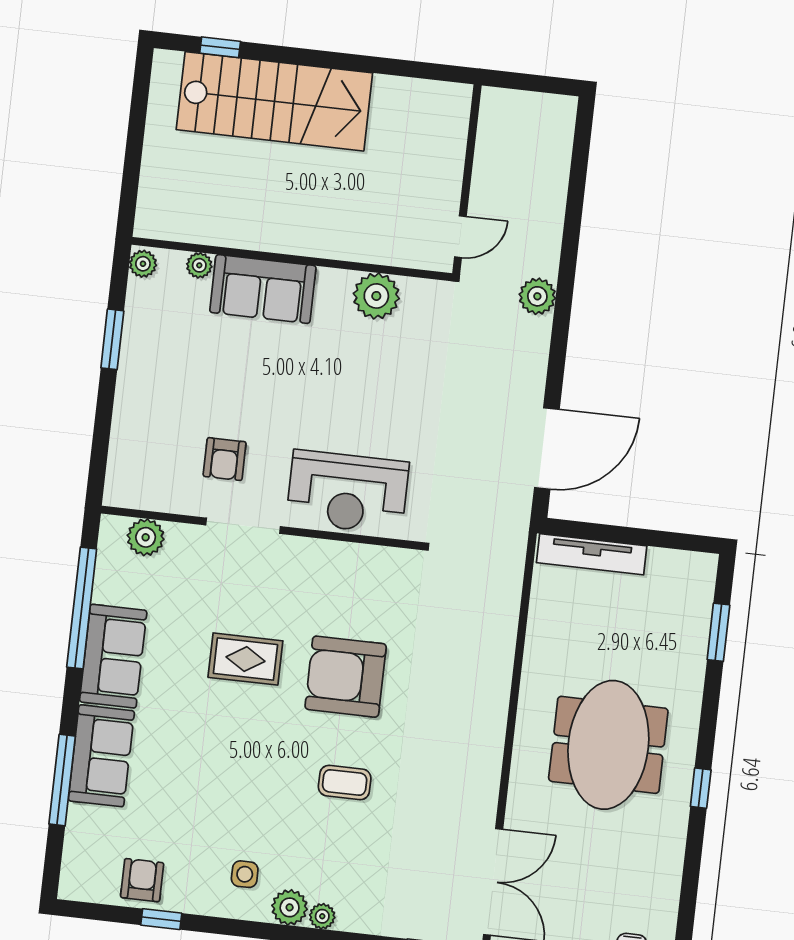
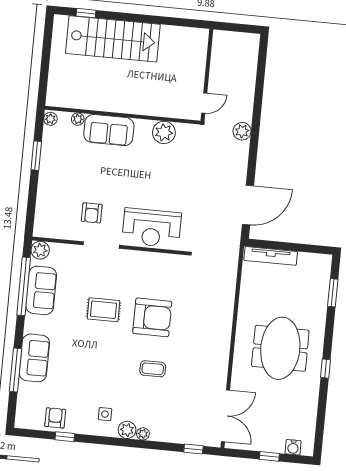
plant: (146, 537) -> (40, 250), moved
sofa: (113, 656) -> (41, 290), moved
armchair: (346, 677) -> (152, 317), turned 180

